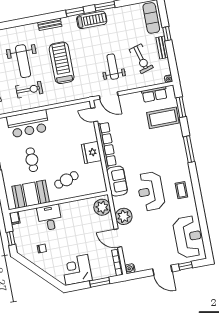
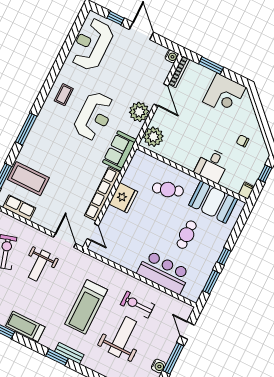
window: (75, 12) -> (57, 357), moved

